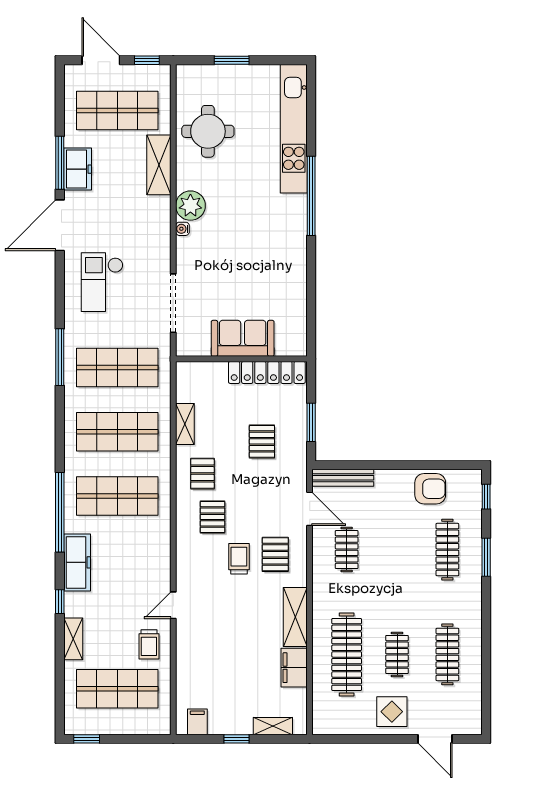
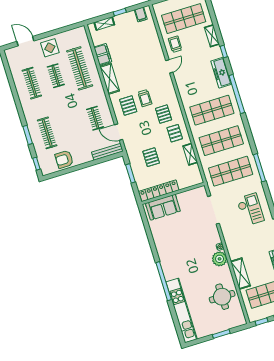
sofa: (243, 338) -> (163, 207), moved

